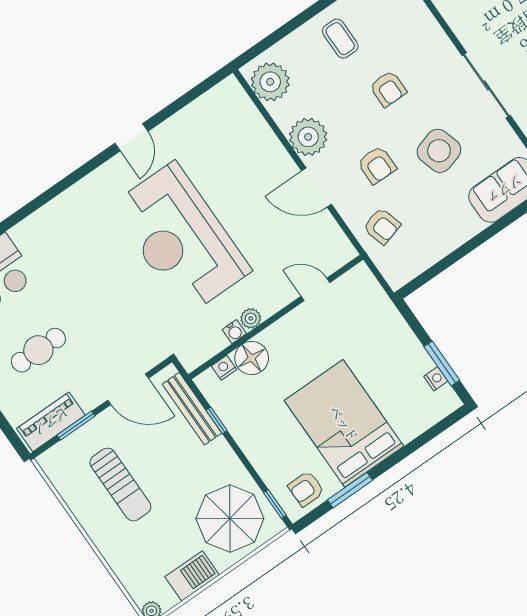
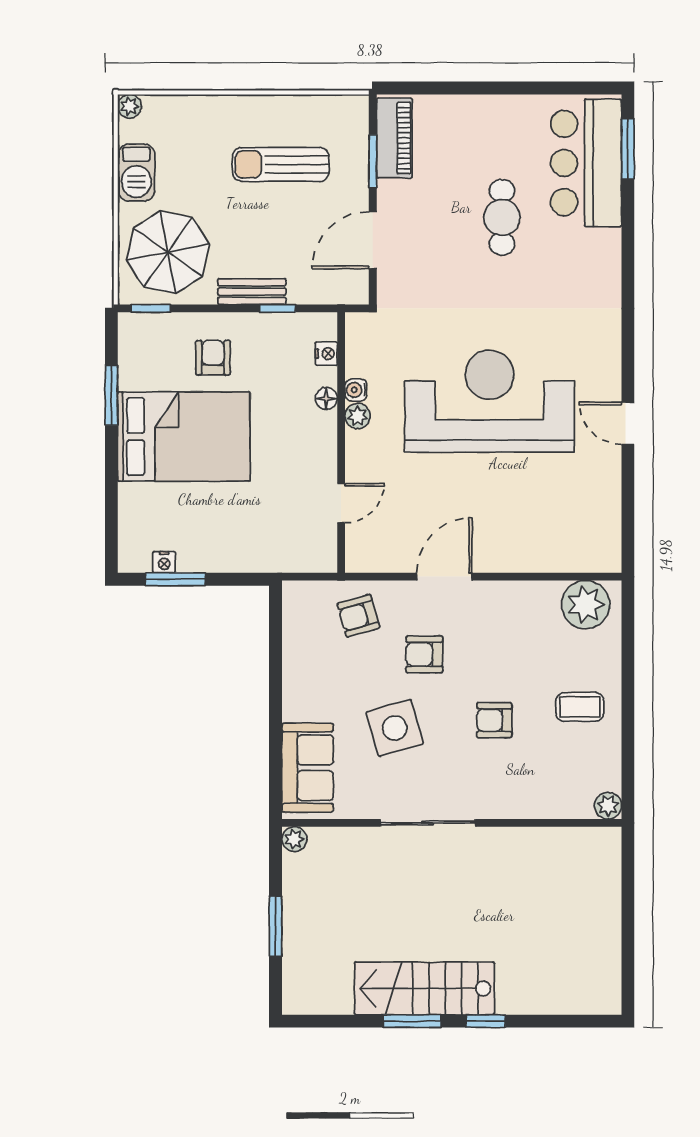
plant: (308, 137) -> (502, 604), removed
cafe table: (38, 350) -> (502, 217), moved
floor lamp: (252, 358) -> (326, 398), width x0.53, depth x0.53
bench: (192, 409) -> (252, 292), moved, width x0.73
armchair: (306, 489) -> (213, 358), moved

